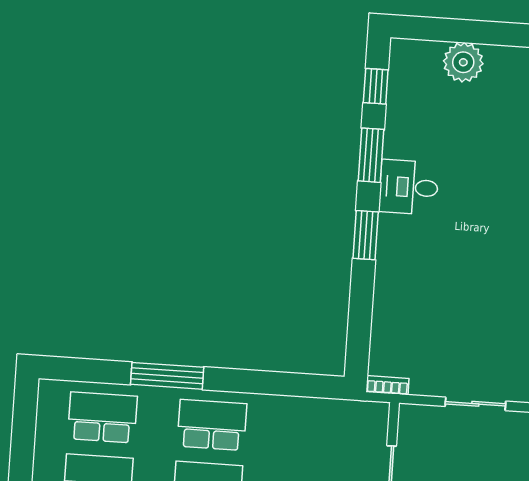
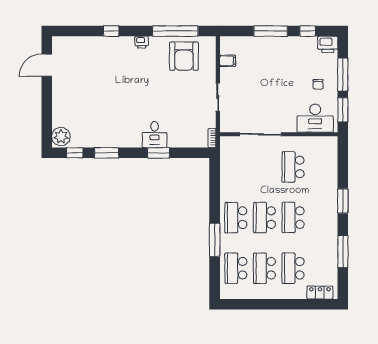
plant: (463, 62) -> (61, 137), moved
desk: (409, 187) -> (155, 134), moved
window: (366, 235) -> (159, 153), moved

